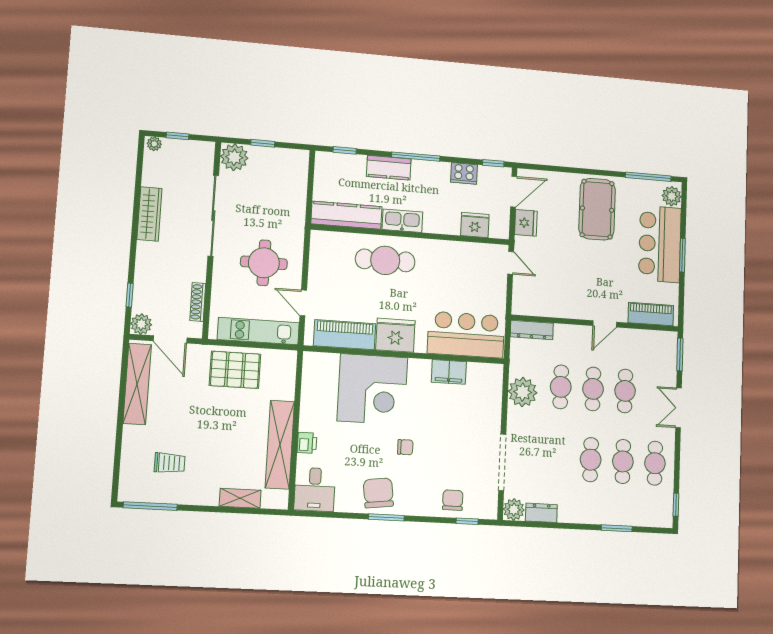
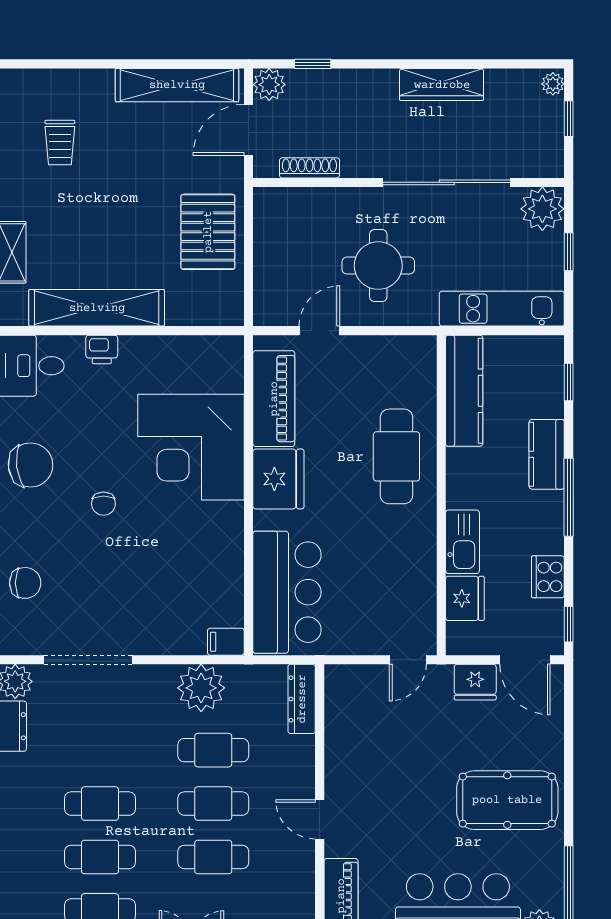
kitchen sink: (402, 221) -> (462, 542), moved
kitchen unit: (258, 331) -> (502, 309), moved, turned -90
filing cabinet: (449, 372) -> (226, 642), moved, width x0.50

